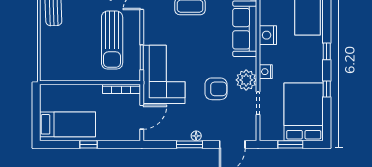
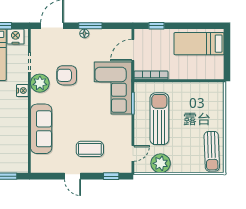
nightstand: (268, 35) -> (15, 37), moved, turned -90
window: (88, 144) -> (157, 26), moved

